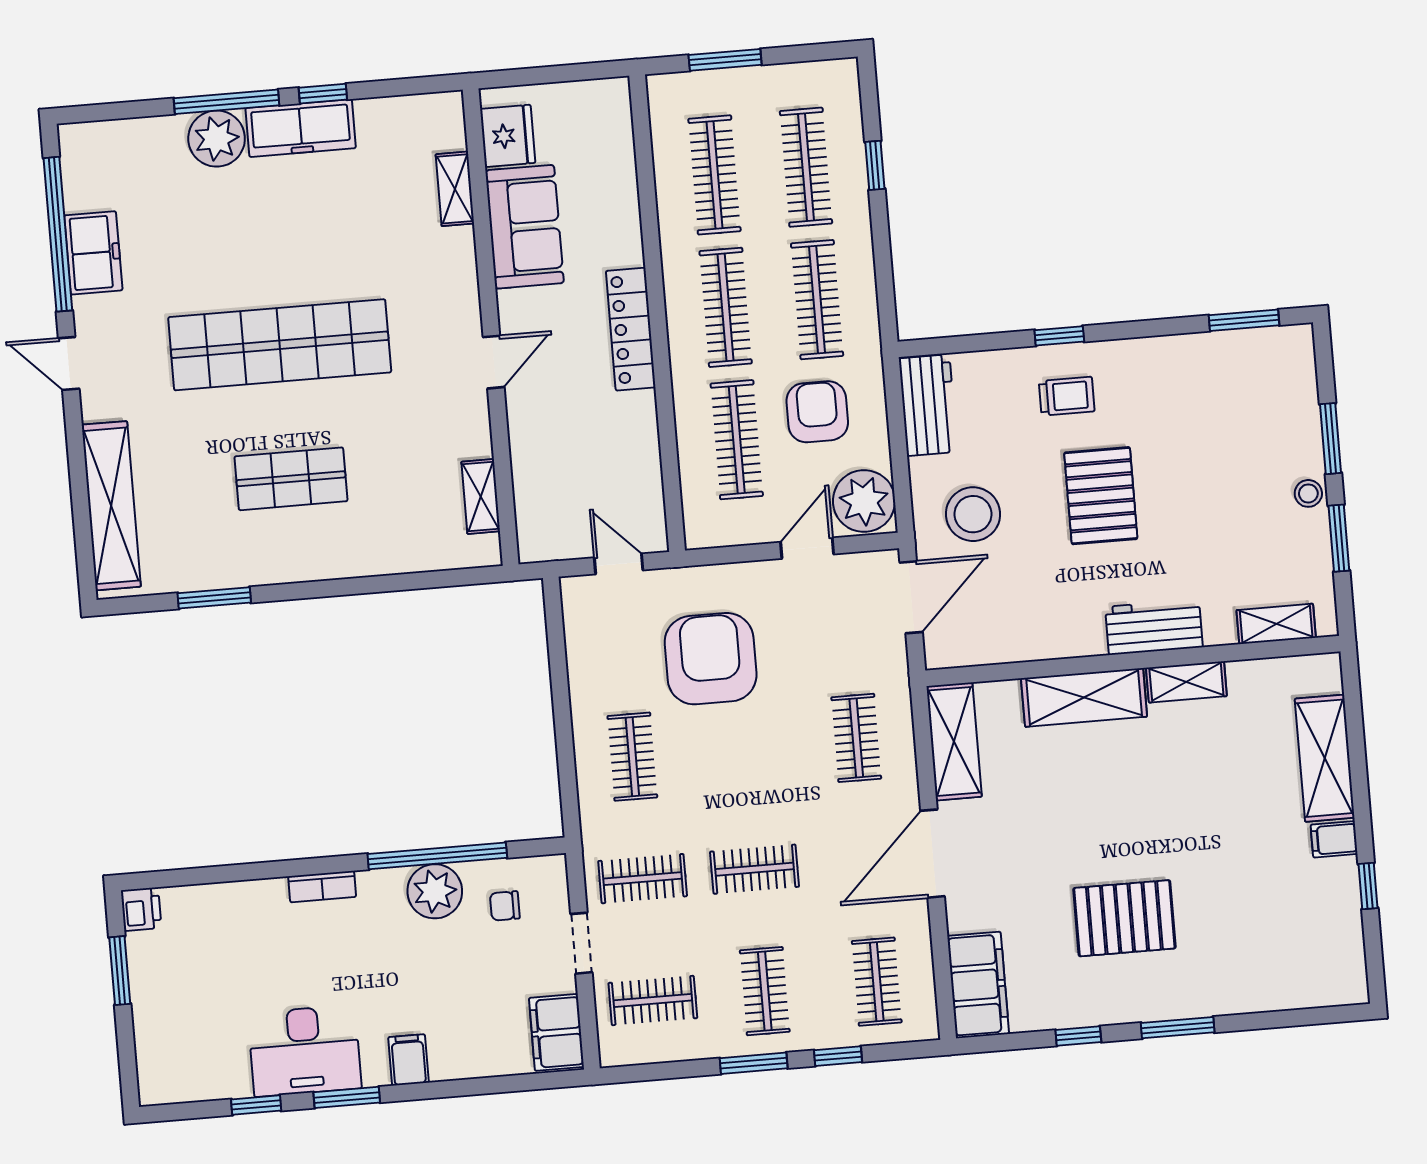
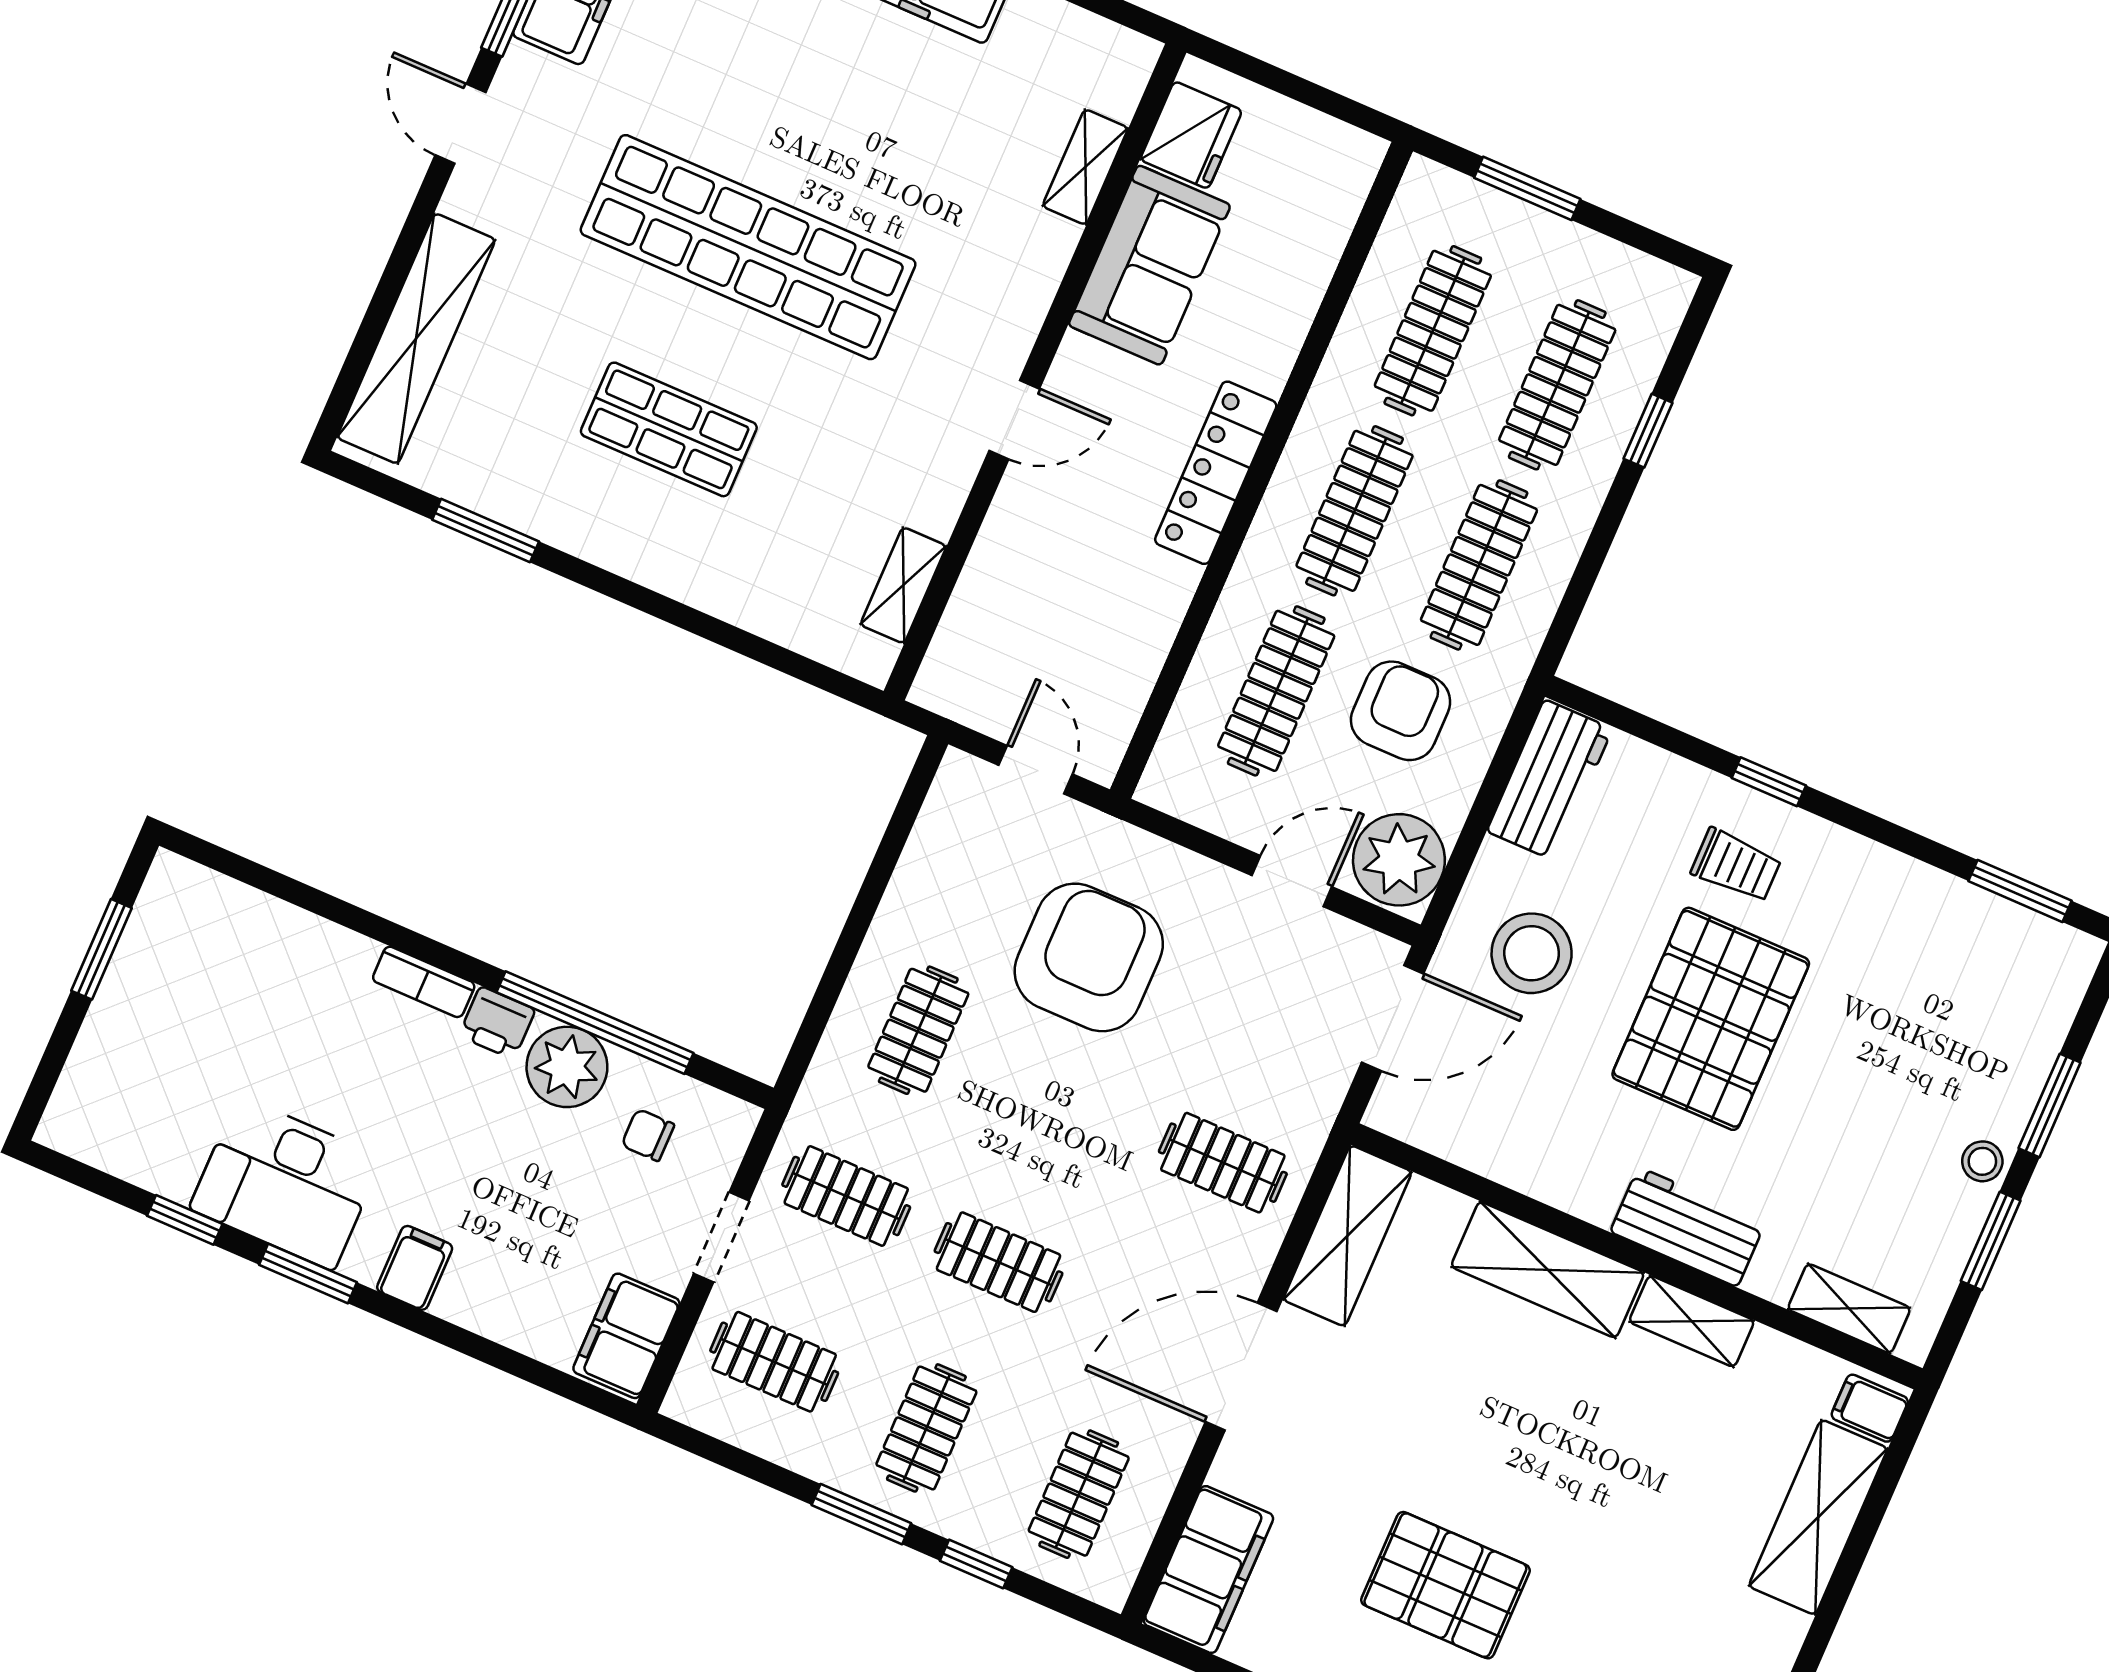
pallet: (1101, 496) -> (1711, 1019), width x1.37, depth x1.41
clothes rail: (856, 738) -> (1223, 1163), turned 90
filing cabinet: (1334, 839) -> (1870, 1408), moved
printer: (141, 909) -> (497, 1023), moved, turned 90

